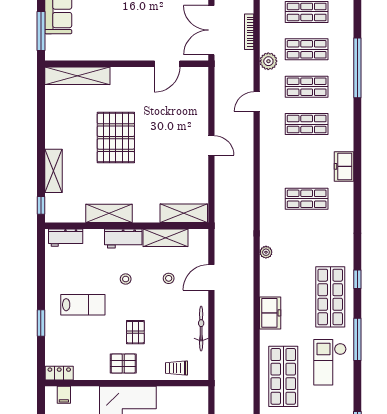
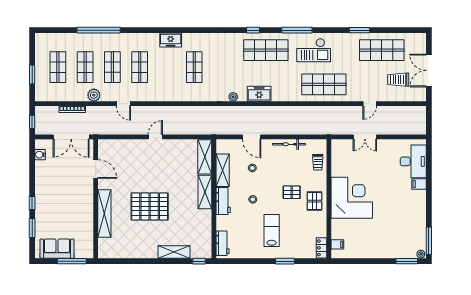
shelving: (77, 76) -> (104, 213), moved
shelving: (109, 213) -> (205, 192), moved
freezer: (270, 313) -> (259, 94), moved

